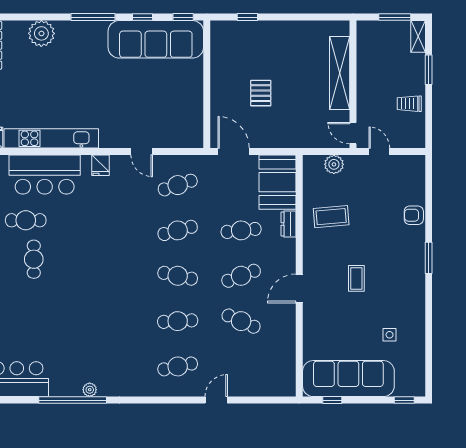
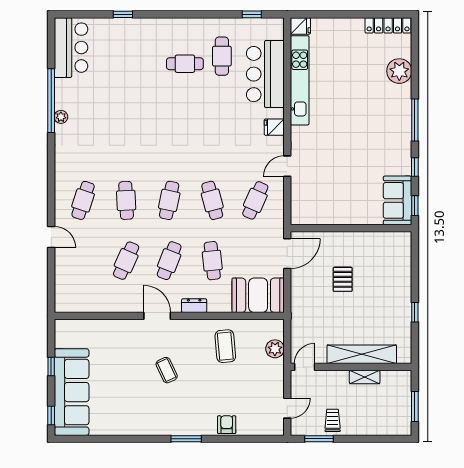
window: (247, 17) -> (415, 312), moved
shelving: (418, 36) -> (365, 377), moved
sofa: (156, 39) -> (398, 200), width x0.54, depth x0.79
window: (429, 70) -> (319, 439), moved
pallet: (261, 93) -> (343, 279), turned 90
door: (379, 151) -> (287, 408), moved
cafe table: (178, 185) -> (255, 200), turned 42
dresser: (289, 224) -> (194, 306), moved
cafe table: (241, 276) -> (169, 261), turned 42
coffee table: (356, 278) -> (167, 370), turned 65
side table: (390, 335) -> (113, 402), removed
cafe table: (178, 366) -> (83, 200), turned 30
sofa: (348, 379) -> (72, 392), moved
window: (332, 400) -> (51, 367), moved

